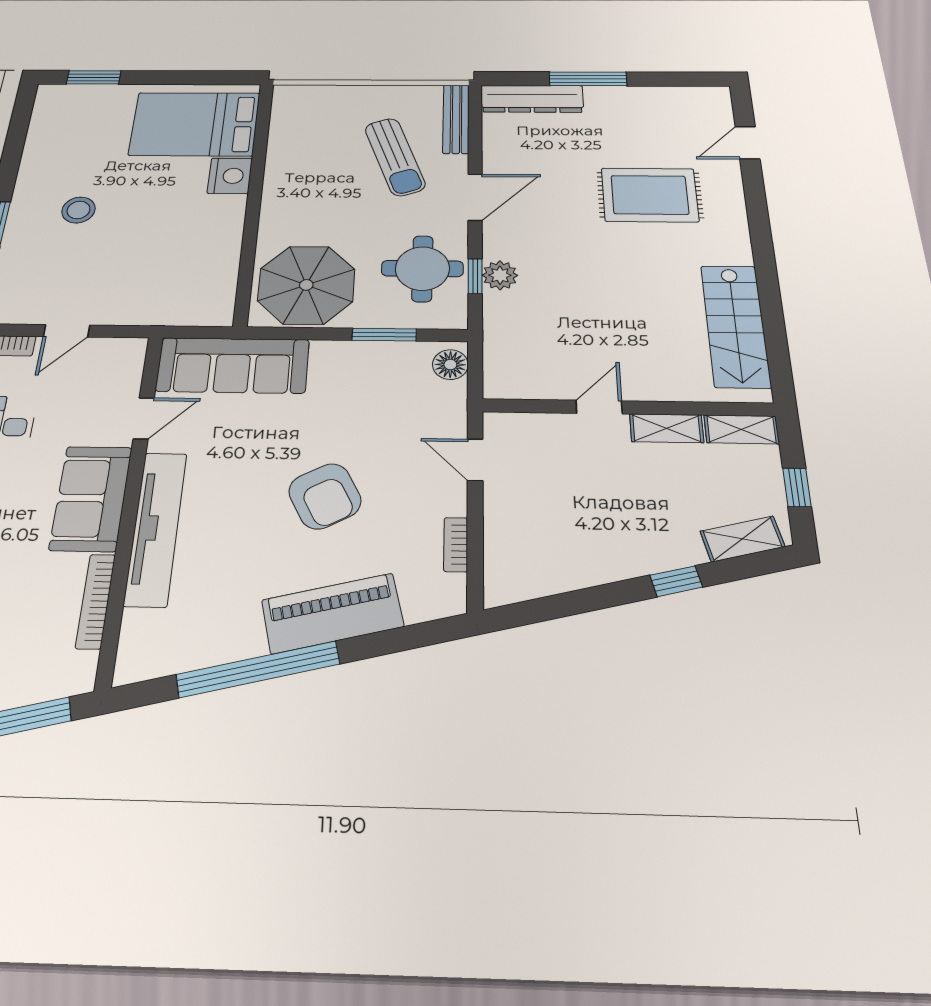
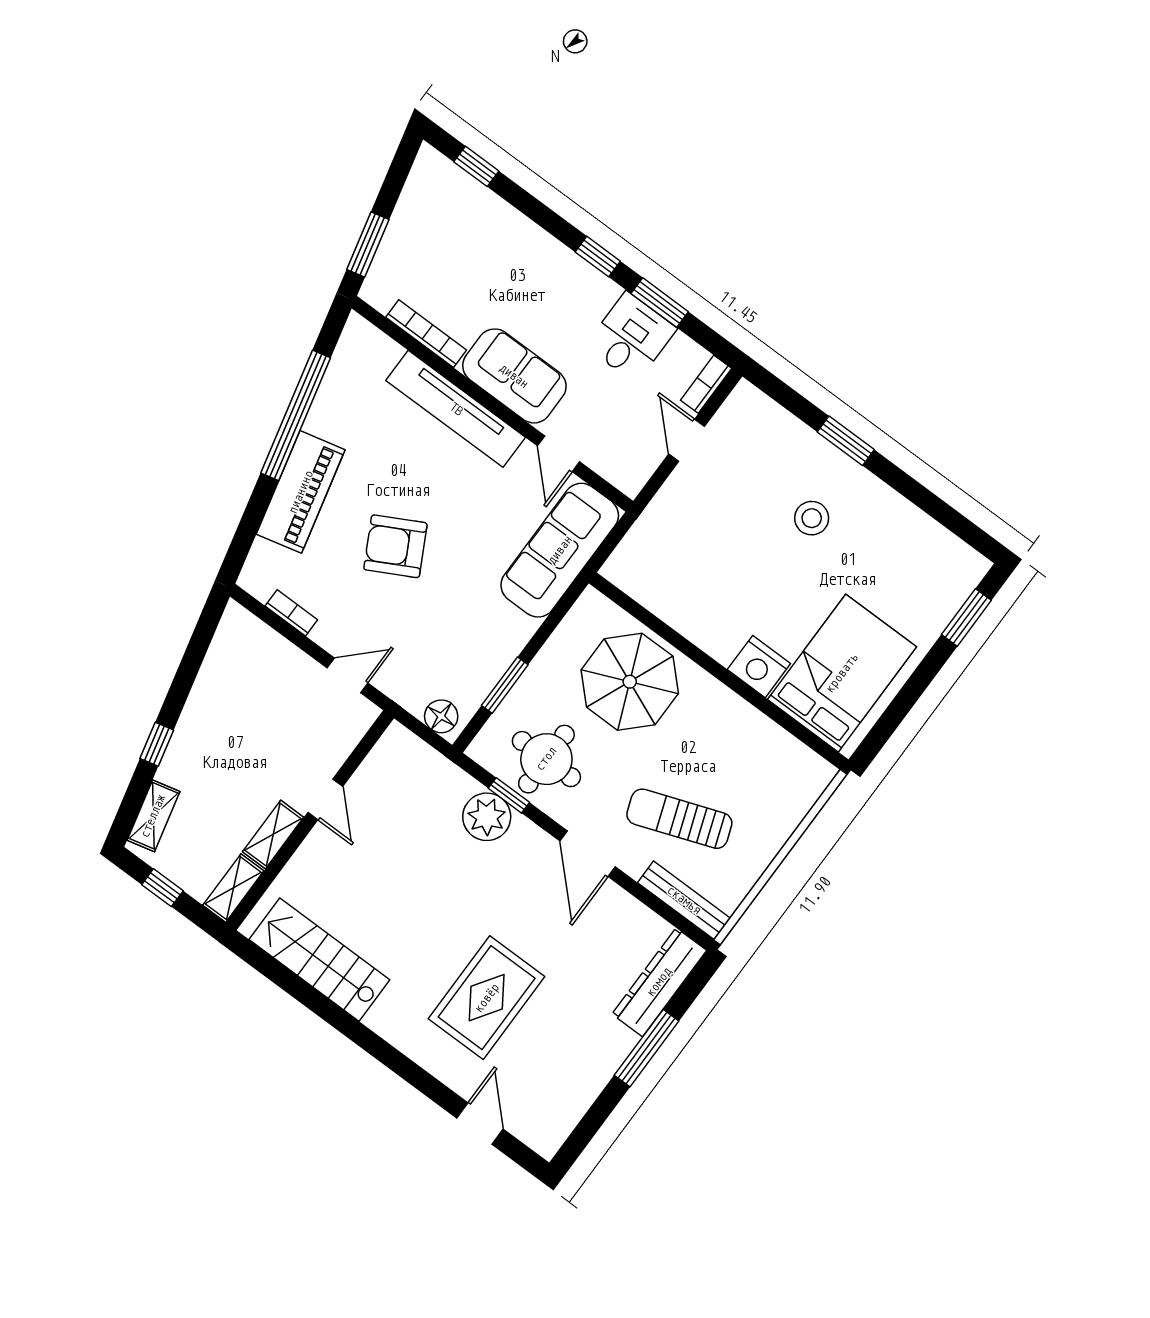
plant: (500, 275) -> (487, 817), width x1.36, depth x1.36
parasol: (306, 285) -> (630, 682), moved

